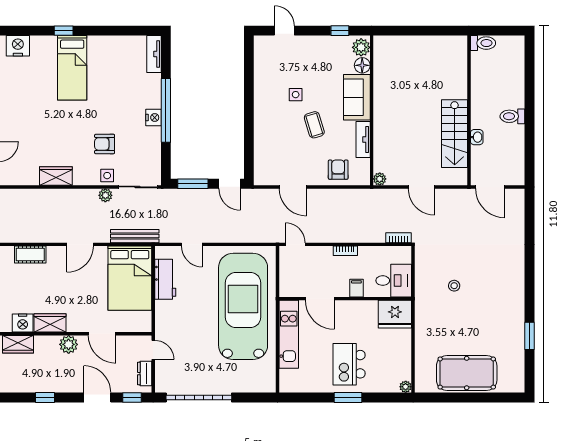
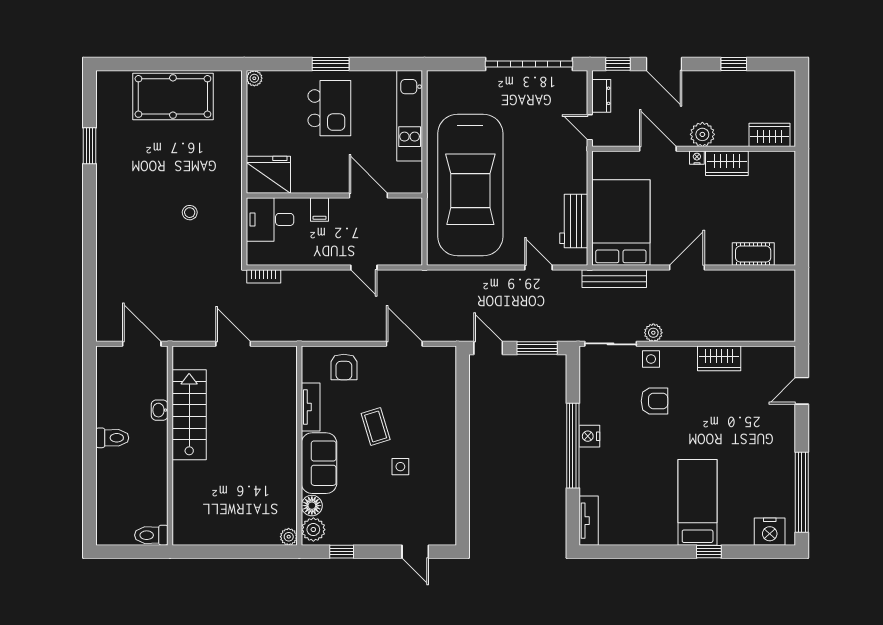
plant: (380, 179) -> (289, 537), moved
door: (295, 244) -> (364, 268), moved
bookcase: (345, 251) -> (334, 259), removed
nightstand: (23, 323) -> (697, 158), moved, width x0.53, depth x0.56
kitchen unit: (289, 334) -> (410, 116), moved

